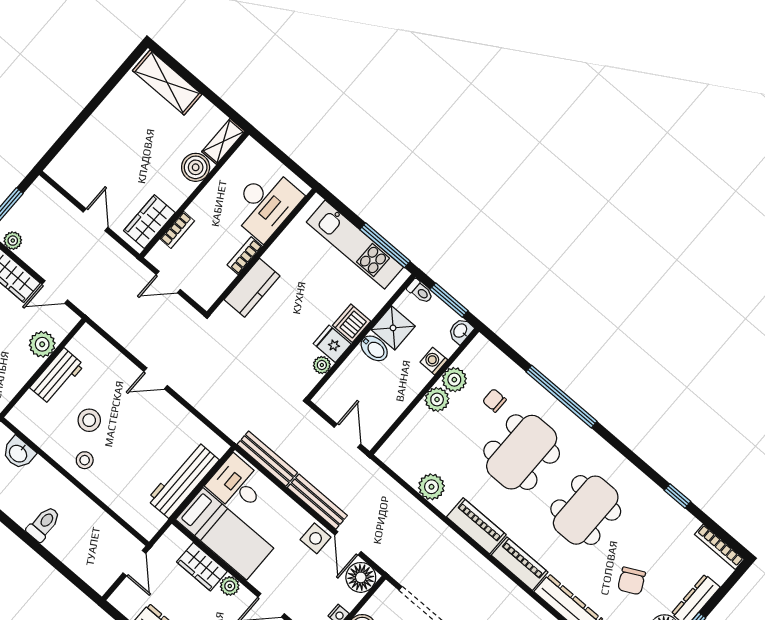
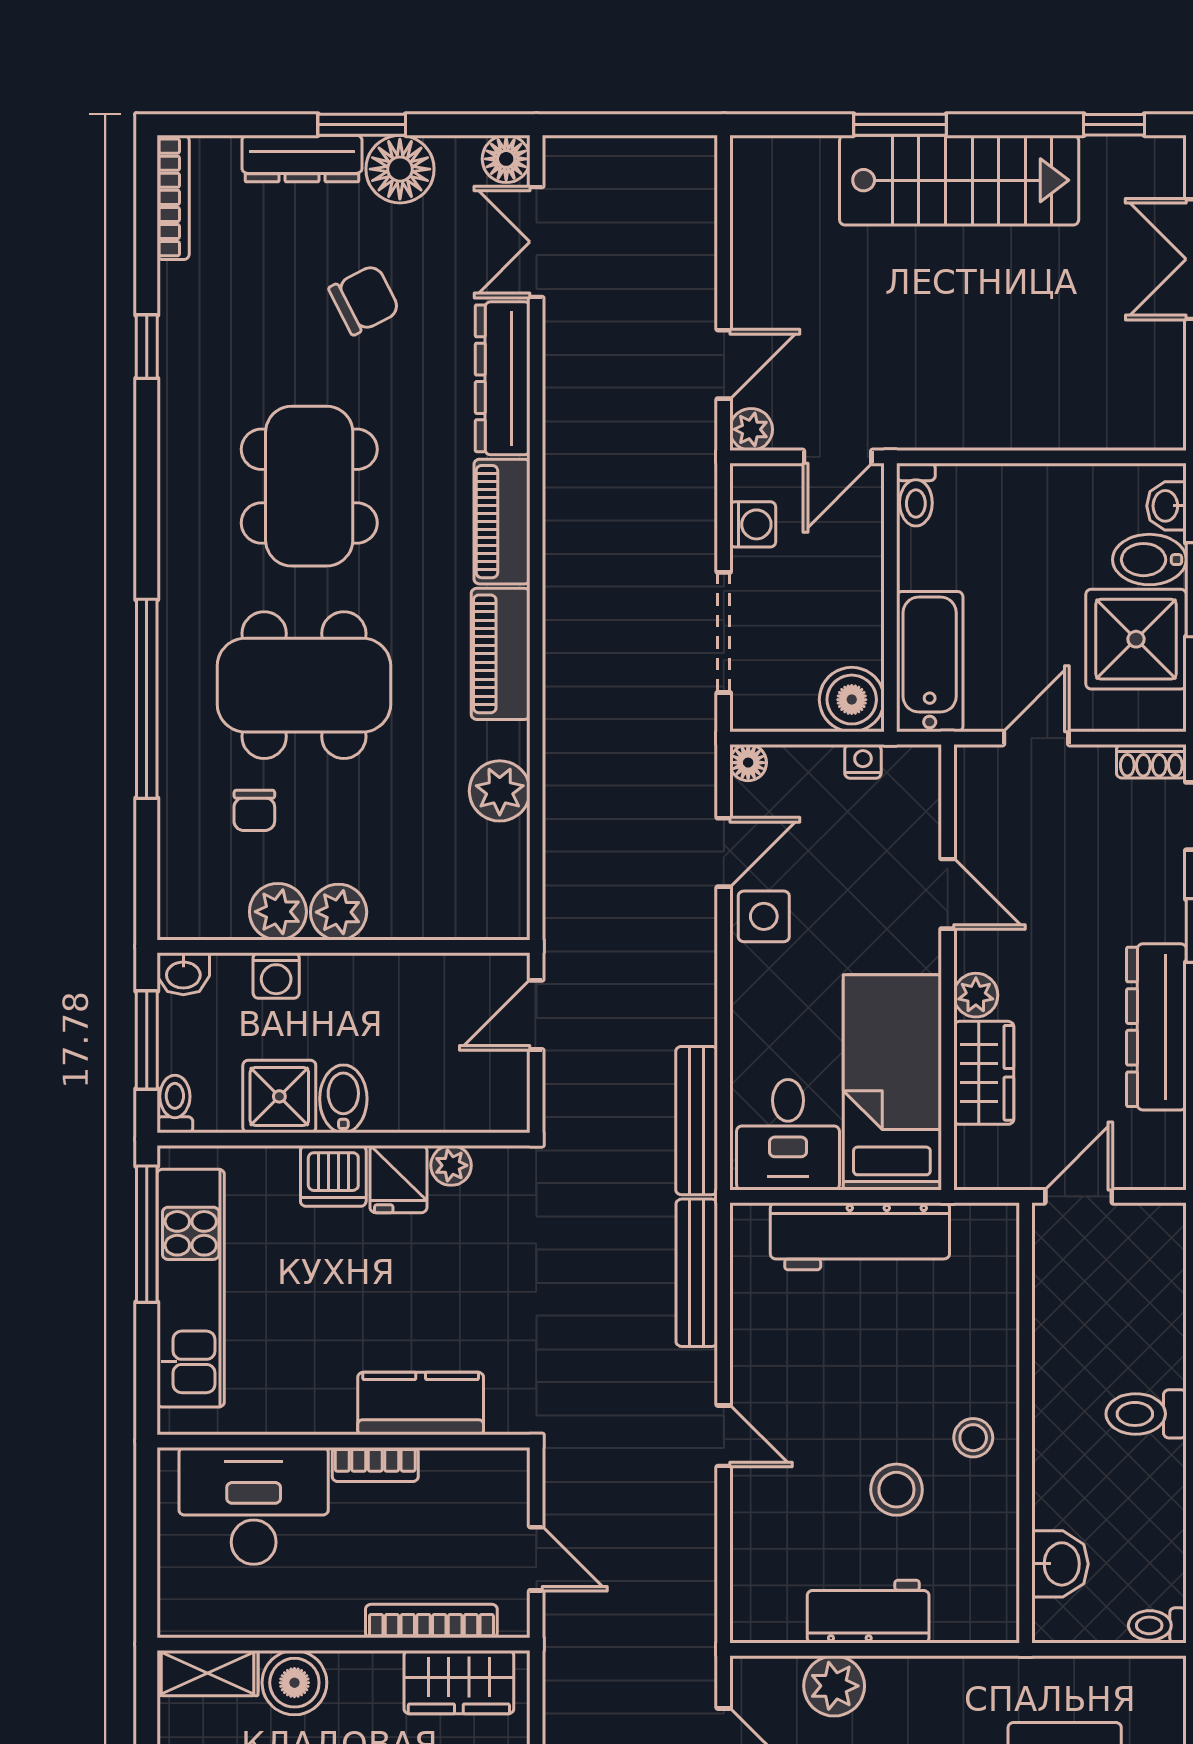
bookcase: (177, 230) -> (431, 1621), width x1.56
bench: (317, 502) -> (697, 1273), moved
dining table: (586, 510) -> (309, 486), turned 90
floor lamp: (361, 577) -> (748, 763), width x0.53, depth x0.53

